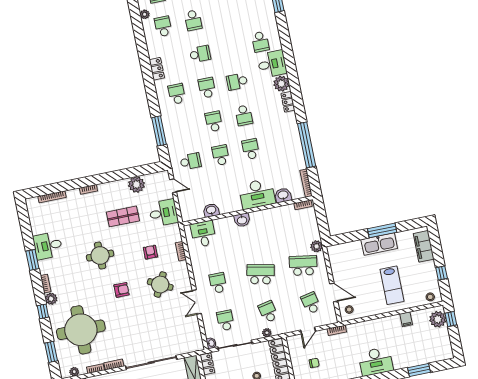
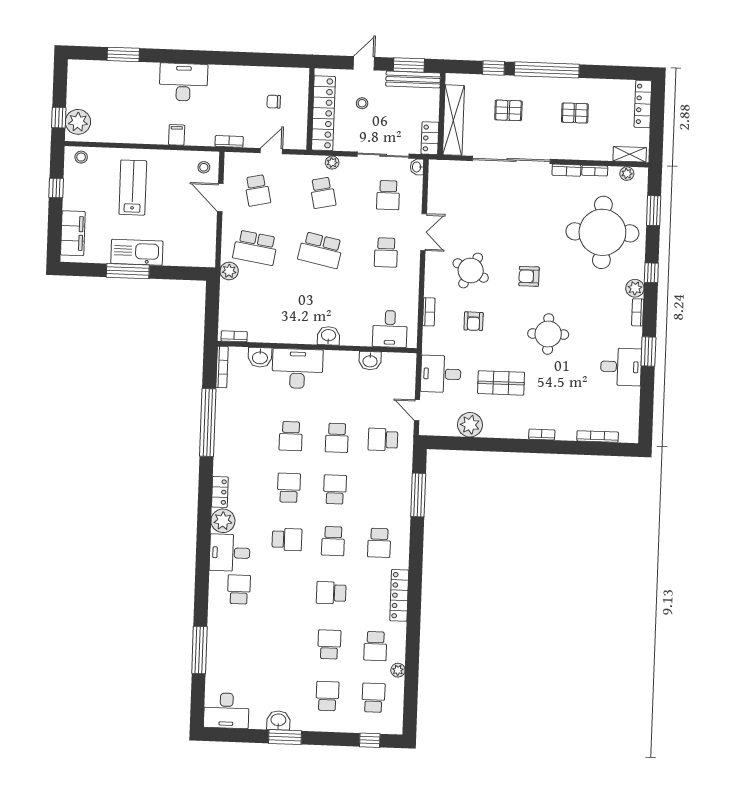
locker: (157, 69) -> (399, 595), width x1.53
school desk: (214, 121) -> (335, 489), turned 180
filing cabinet: (406, 319) -> (177, 135), moved

